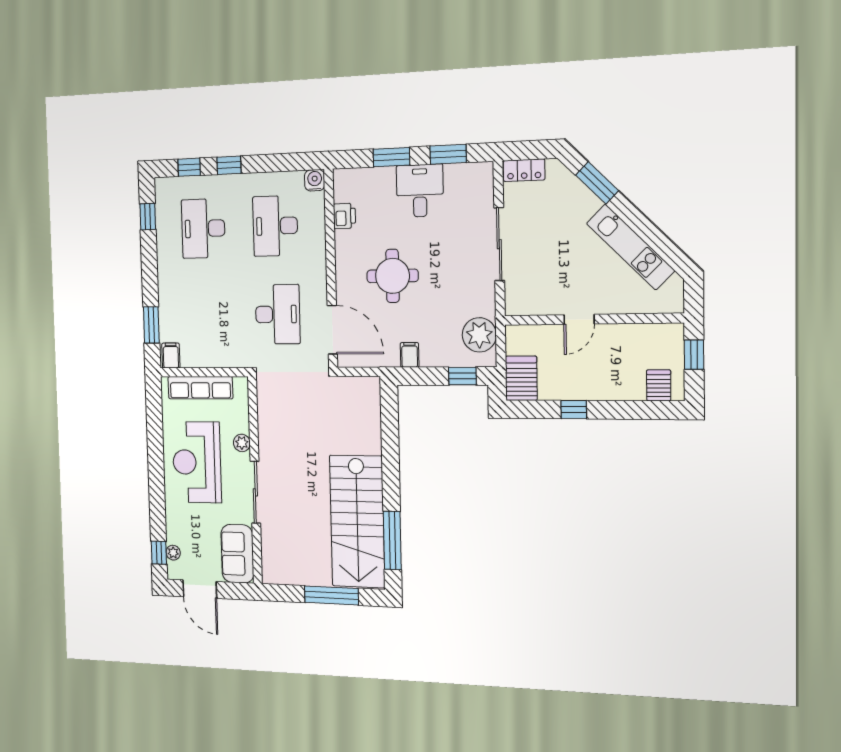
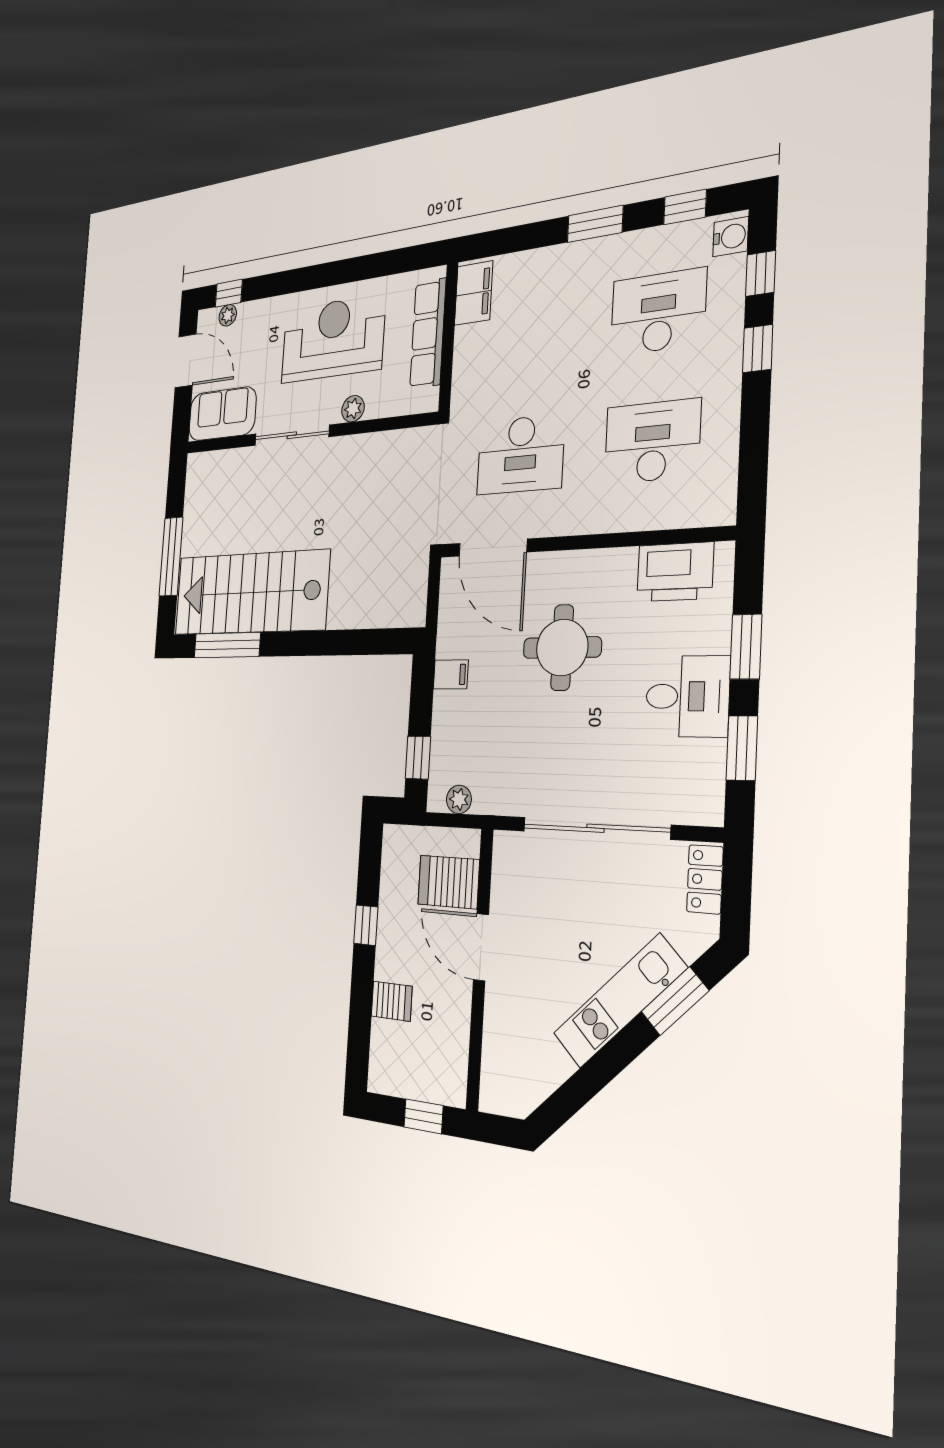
water cooler: (315, 180) -> (731, 237), moved
printer: (344, 216) -> (675, 572), width x1.87, depth x1.48
sliding door: (499, 244) -> (595, 828), width x1.36
kitchen unit: (630, 247) -> (620, 1001), moved
door: (579, 319) -> (481, 947), width x1.38
window: (151, 325) -> (595, 224), moved
door: (332, 330) -> (493, 548), hinge flipped
plant: (479, 335) -> (459, 799), width x0.53, depth x0.53
filing cabinet: (171, 356) -> (474, 293), width x2.00
server rack: (521, 378) -> (449, 882), moved, turned 180
server rack: (659, 385) -> (392, 1001), moved
door: (200, 589) -> (186, 361), swing flipped

